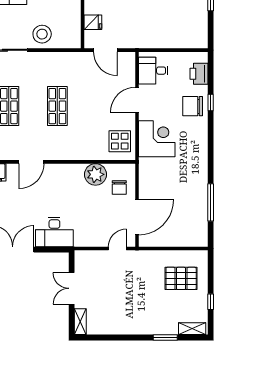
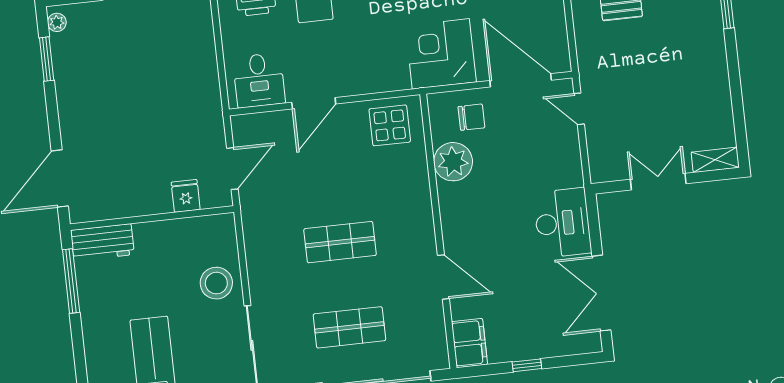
door: (137, 100) -> (314, 103), hinge flipped
corner desk: (157, 139) -> (441, 54), moved
double door: (72, 288) -> (658, 182), swing flipped

